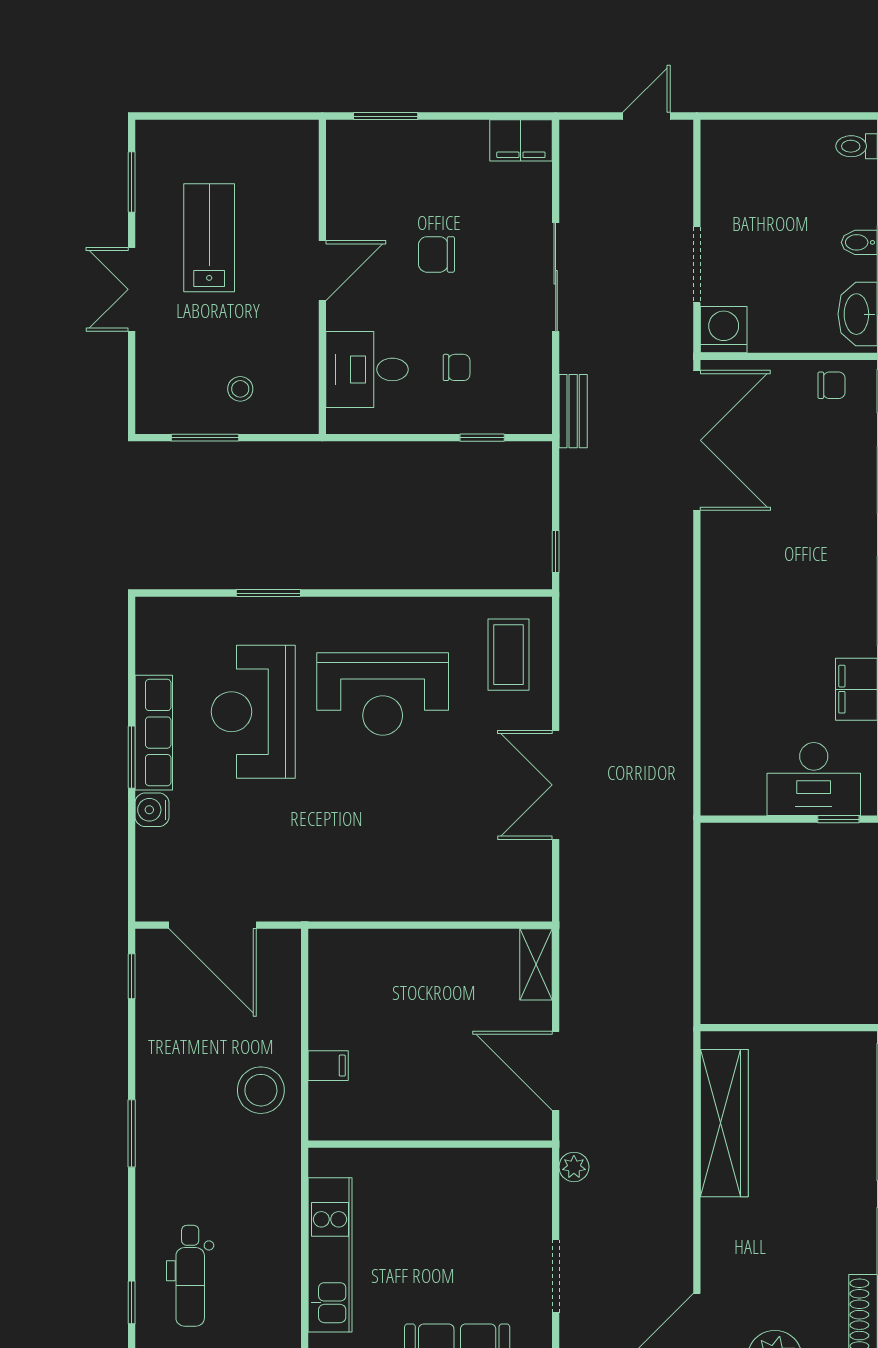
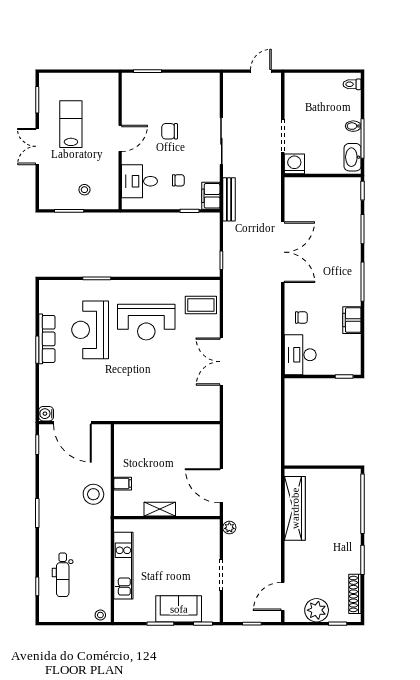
filing cabinet: (521, 140) -> (211, 196), moved, turned 90
chair: (832, 385) -> (301, 317), moved
bench: (573, 411) -> (229, 199), width x1.36
double door: (697, 440) -> (283, 252), moved
coffee table: (508, 655) -> (201, 305), turned 90
desk: (814, 779) -> (300, 355), moved, turned 90
water cooler: (152, 810) -> (46, 414), moved
shelving: (536, 964) -> (160, 509), moved, turned 90

